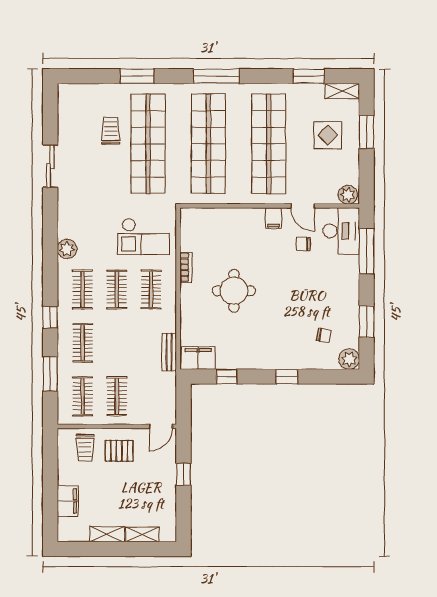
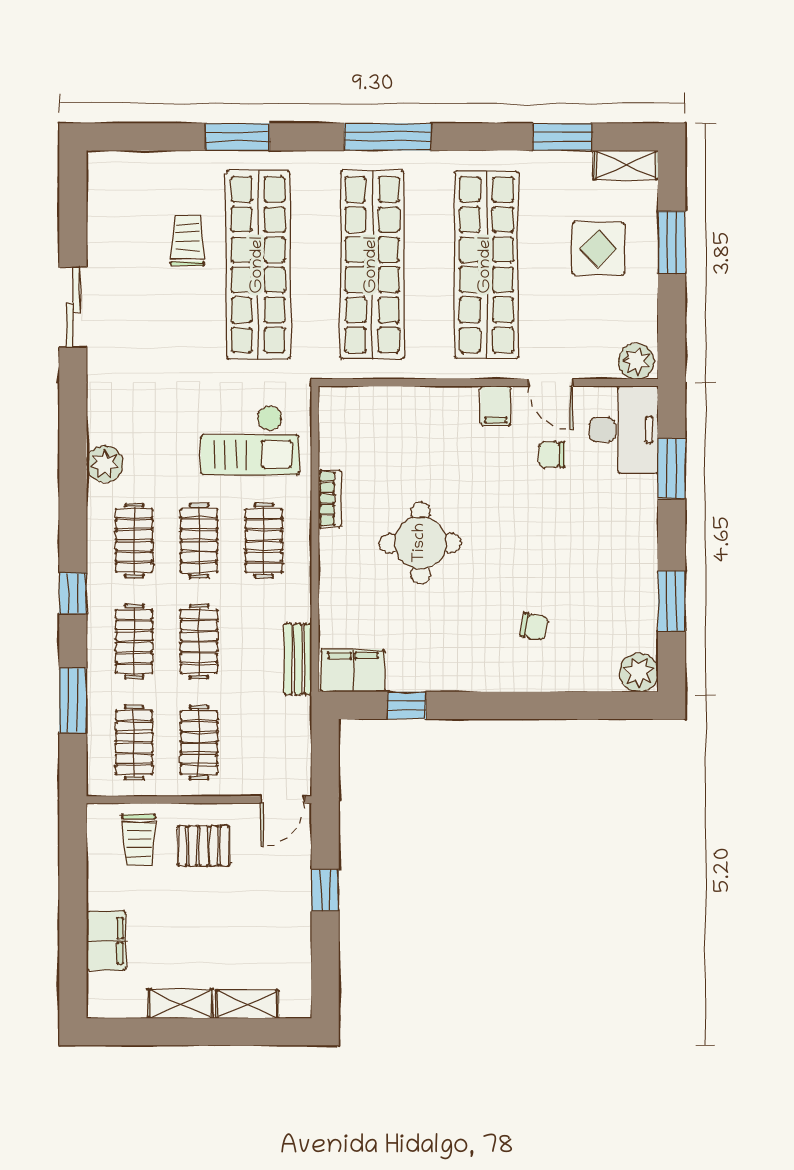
window: (367, 251) -> (672, 468), width x0.69
chair: (324, 335) -> (534, 627), moved
clothes rail: (117, 343) -> (199, 642), added
window: (287, 377) -> (521, 705), removed

